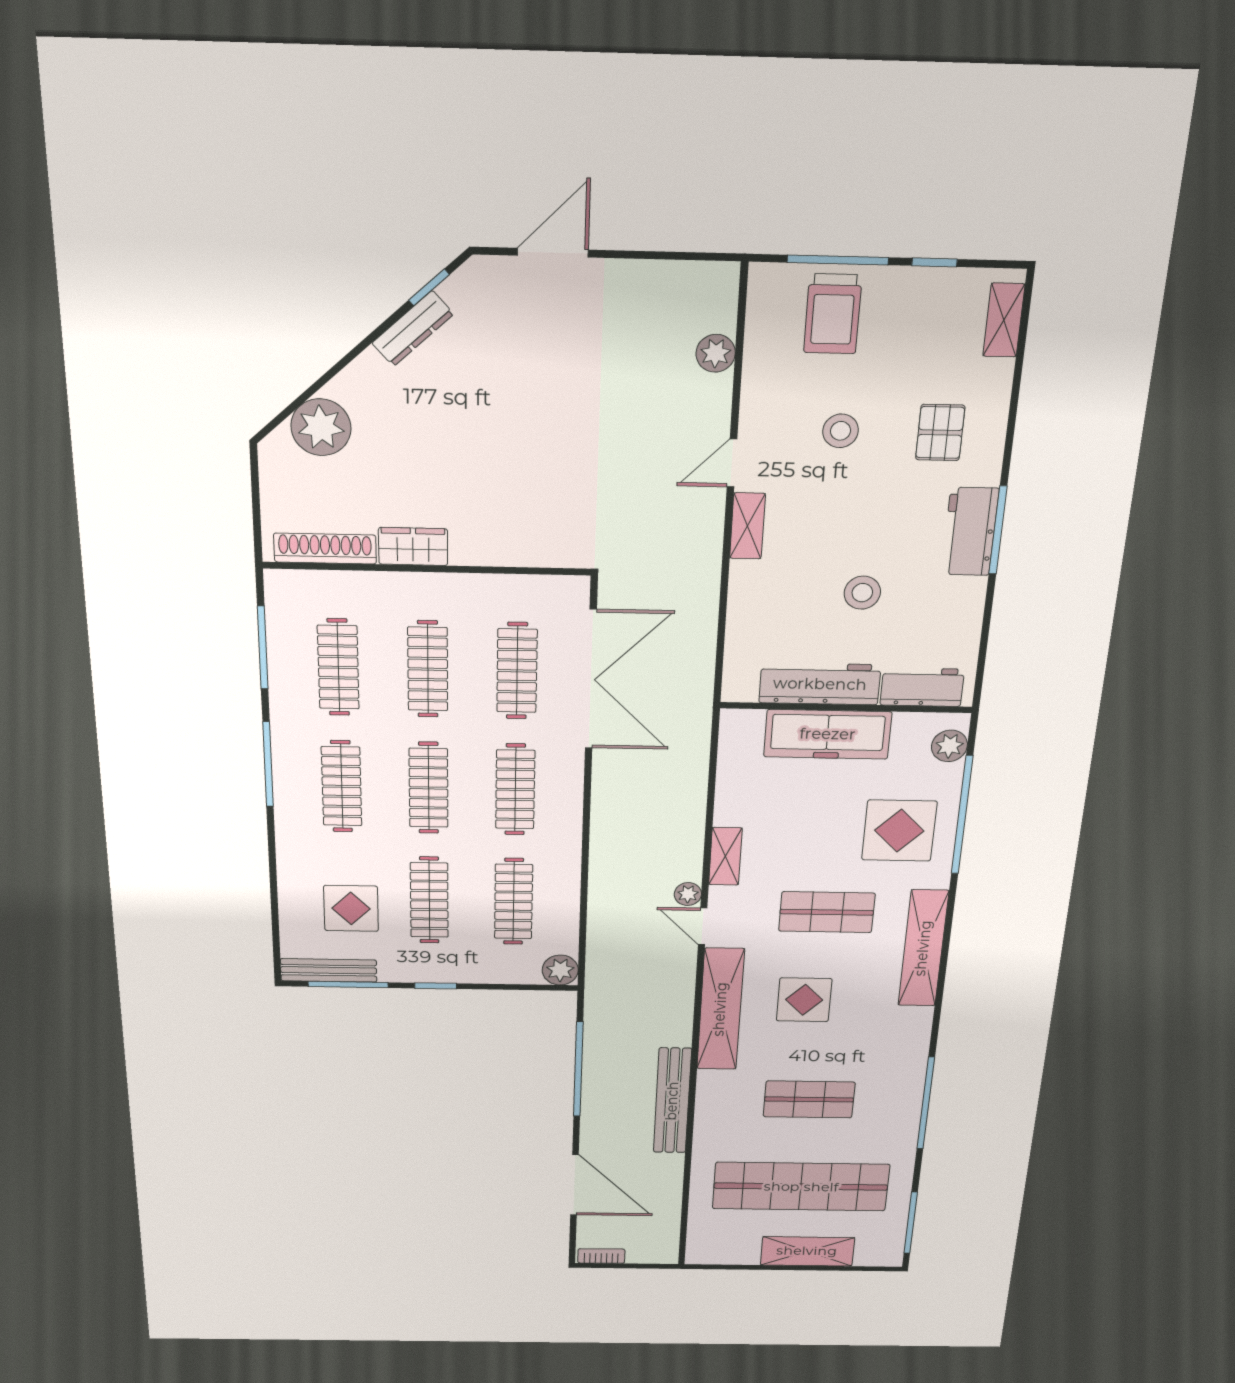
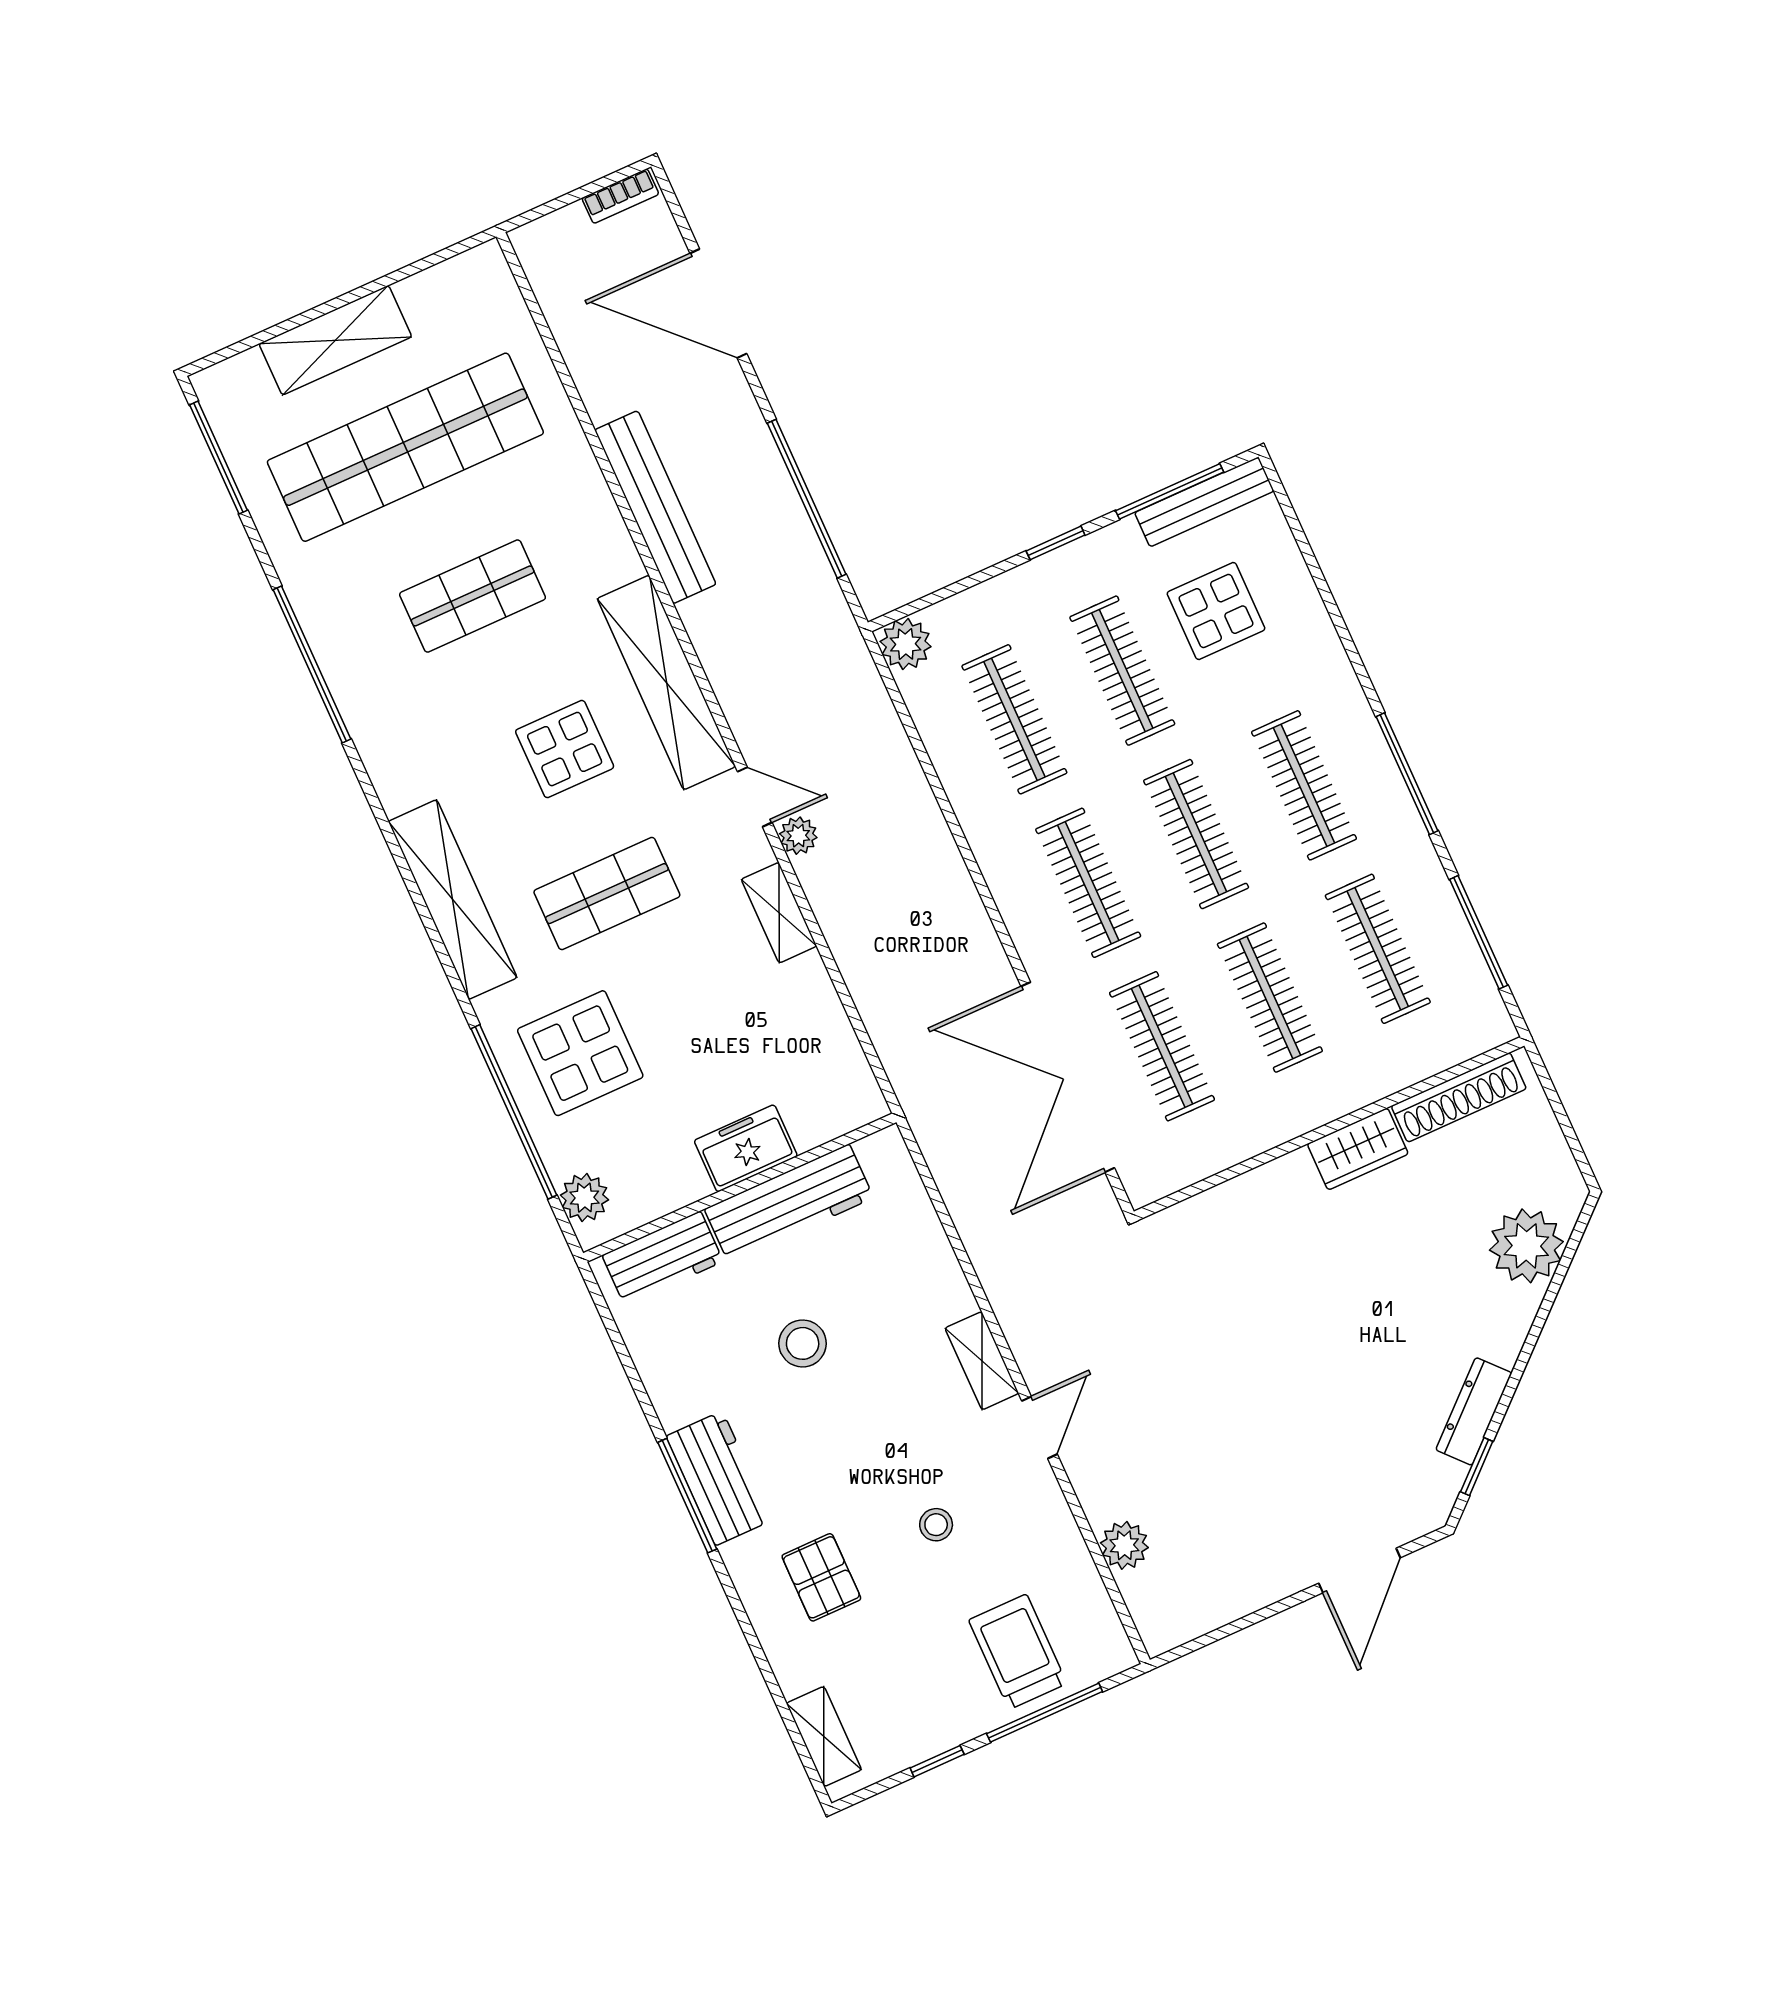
stool: (841, 431) -> (936, 1525), width x0.73, depth x0.73
freezer: (828, 734) -> (746, 1148), width x0.52, depth x0.79

